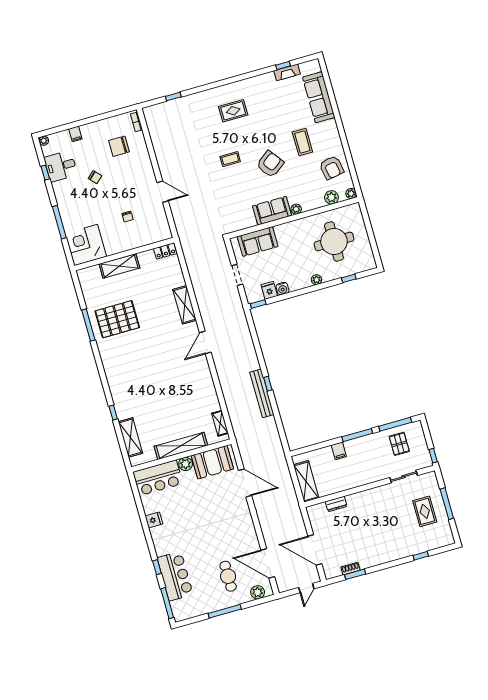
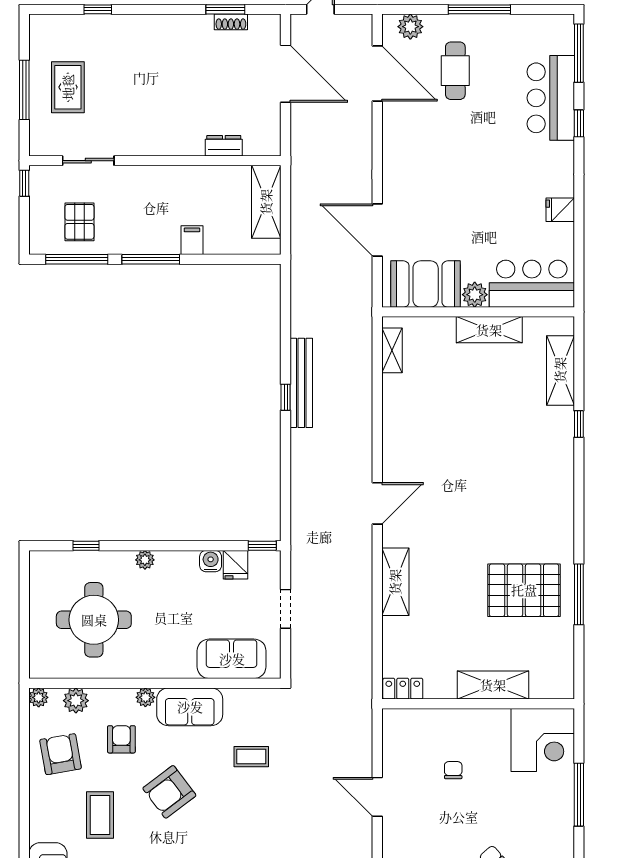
coffee table: (230, 159) -> (251, 757), moved
armchair: (302, 184) -> (121, 739), added
shelving: (181, 446) -> (489, 330), width x0.68

